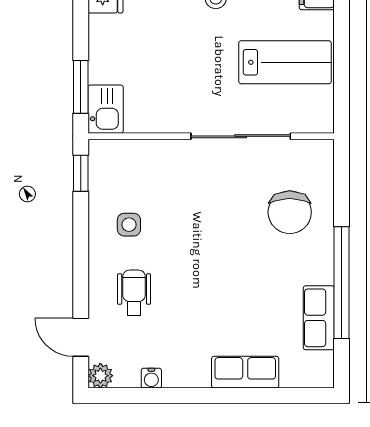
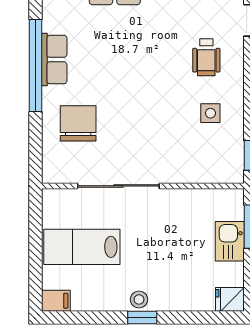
kitchen sink: (106, 109) -> (230, 241), moved
row of seats: (319, 318) -> (54, 60), moved

